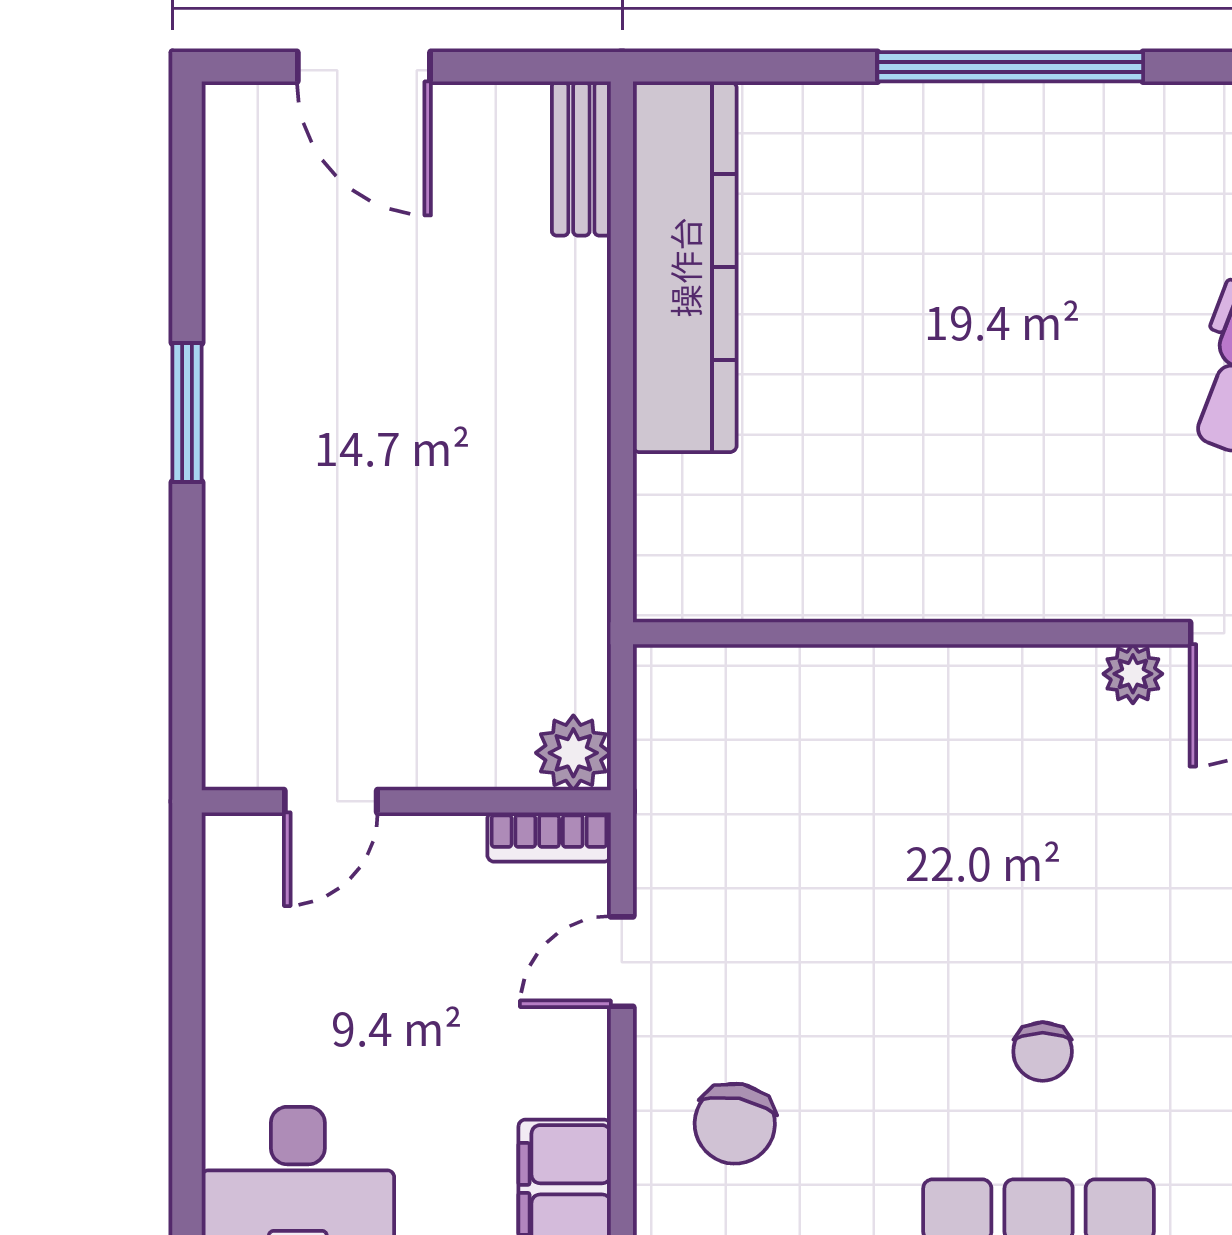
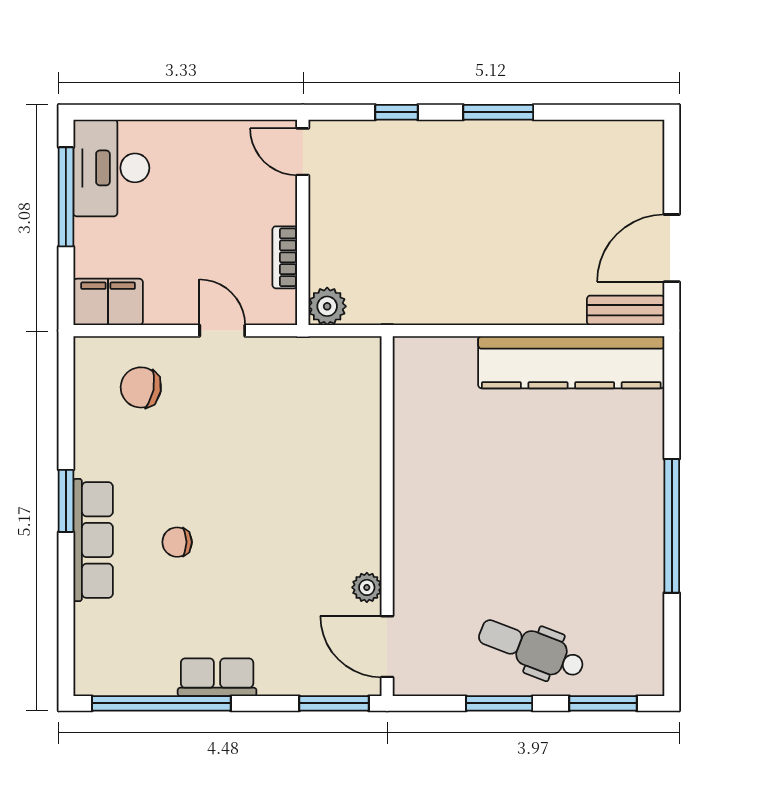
door: (364, 67) -> (672, 248), moved
window: (187, 615) -> (397, 112), added
door: (331, 801) -> (303, 152), moved
bookcase: (549, 837) -> (285, 257), moved

